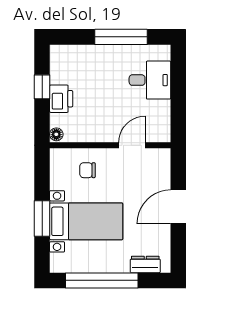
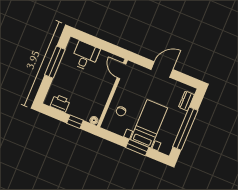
window: (42, 87) -> (75, 122), moved
printer: (61, 99) -> (60, 103), moved
door: (132, 145) -> (121, 71), moved
door: (178, 207) -> (162, 69), swing flipped

